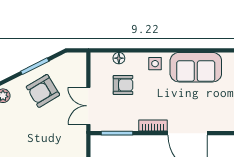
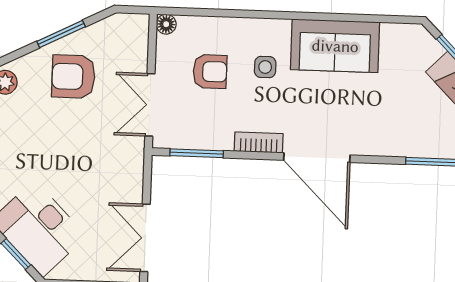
floor lamp: (119, 58) -> (166, 24), moved
side table: (155, 64) -> (265, 67), moved
armchair: (43, 91) -> (73, 77), turned 31

